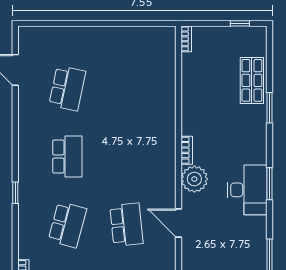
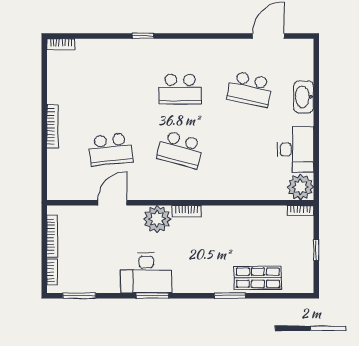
window: (240, 23) -> (316, 250), moved
washbasin: (75, 36) -> (304, 97), added
plant: (163, 39) -> (300, 187), added
desk: (126, 44) -> (296, 150), added
school desk: (67, 225) -> (180, 149), moved

